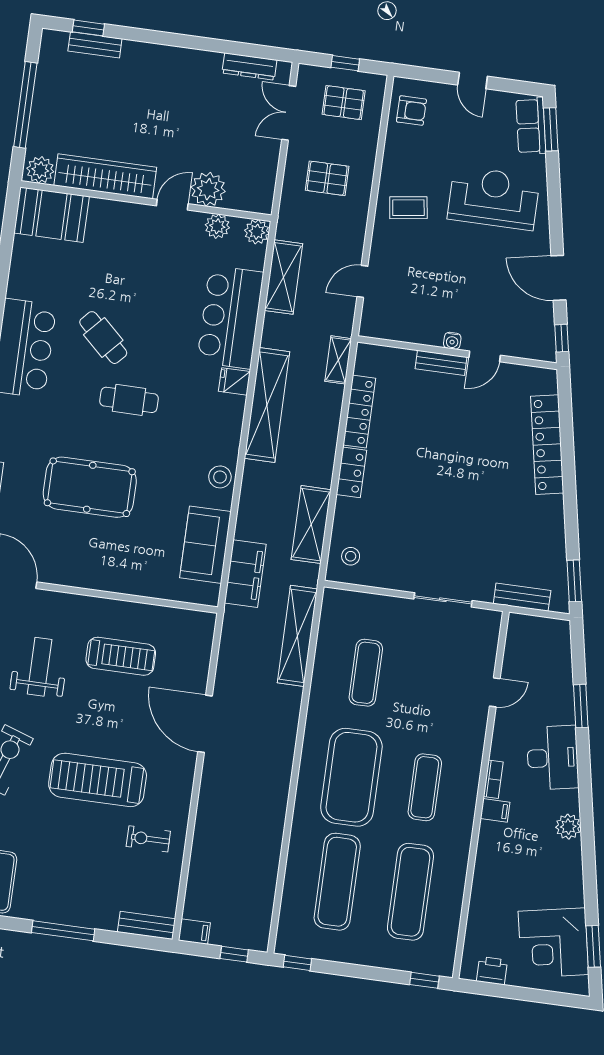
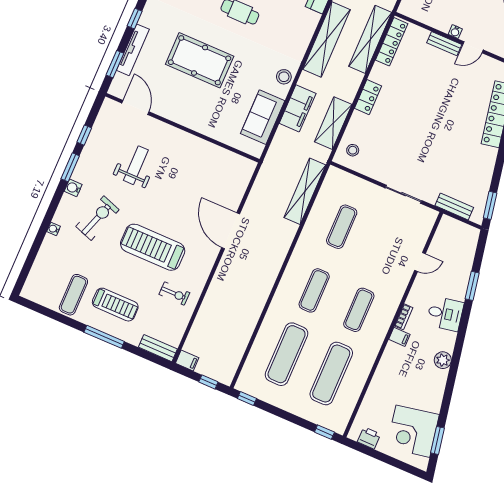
shelving: (338, 360) -> (370, 39), width x2.20, depth x1.33
fridge: (234, 381) -> (310, 19), removed
locker: (359, 412) -> (392, 42), moved
filing cabinet: (245, 574) -> (298, 108), moved
treadmill: (121, 656) -> (115, 305), moved
desk: (553, 758) -> (445, 314), width x0.73
exercise mat: (351, 777) -> (314, 290), width x0.50, depth x0.69
exercise bike: (148, 839) -> (174, 294), turned 180

